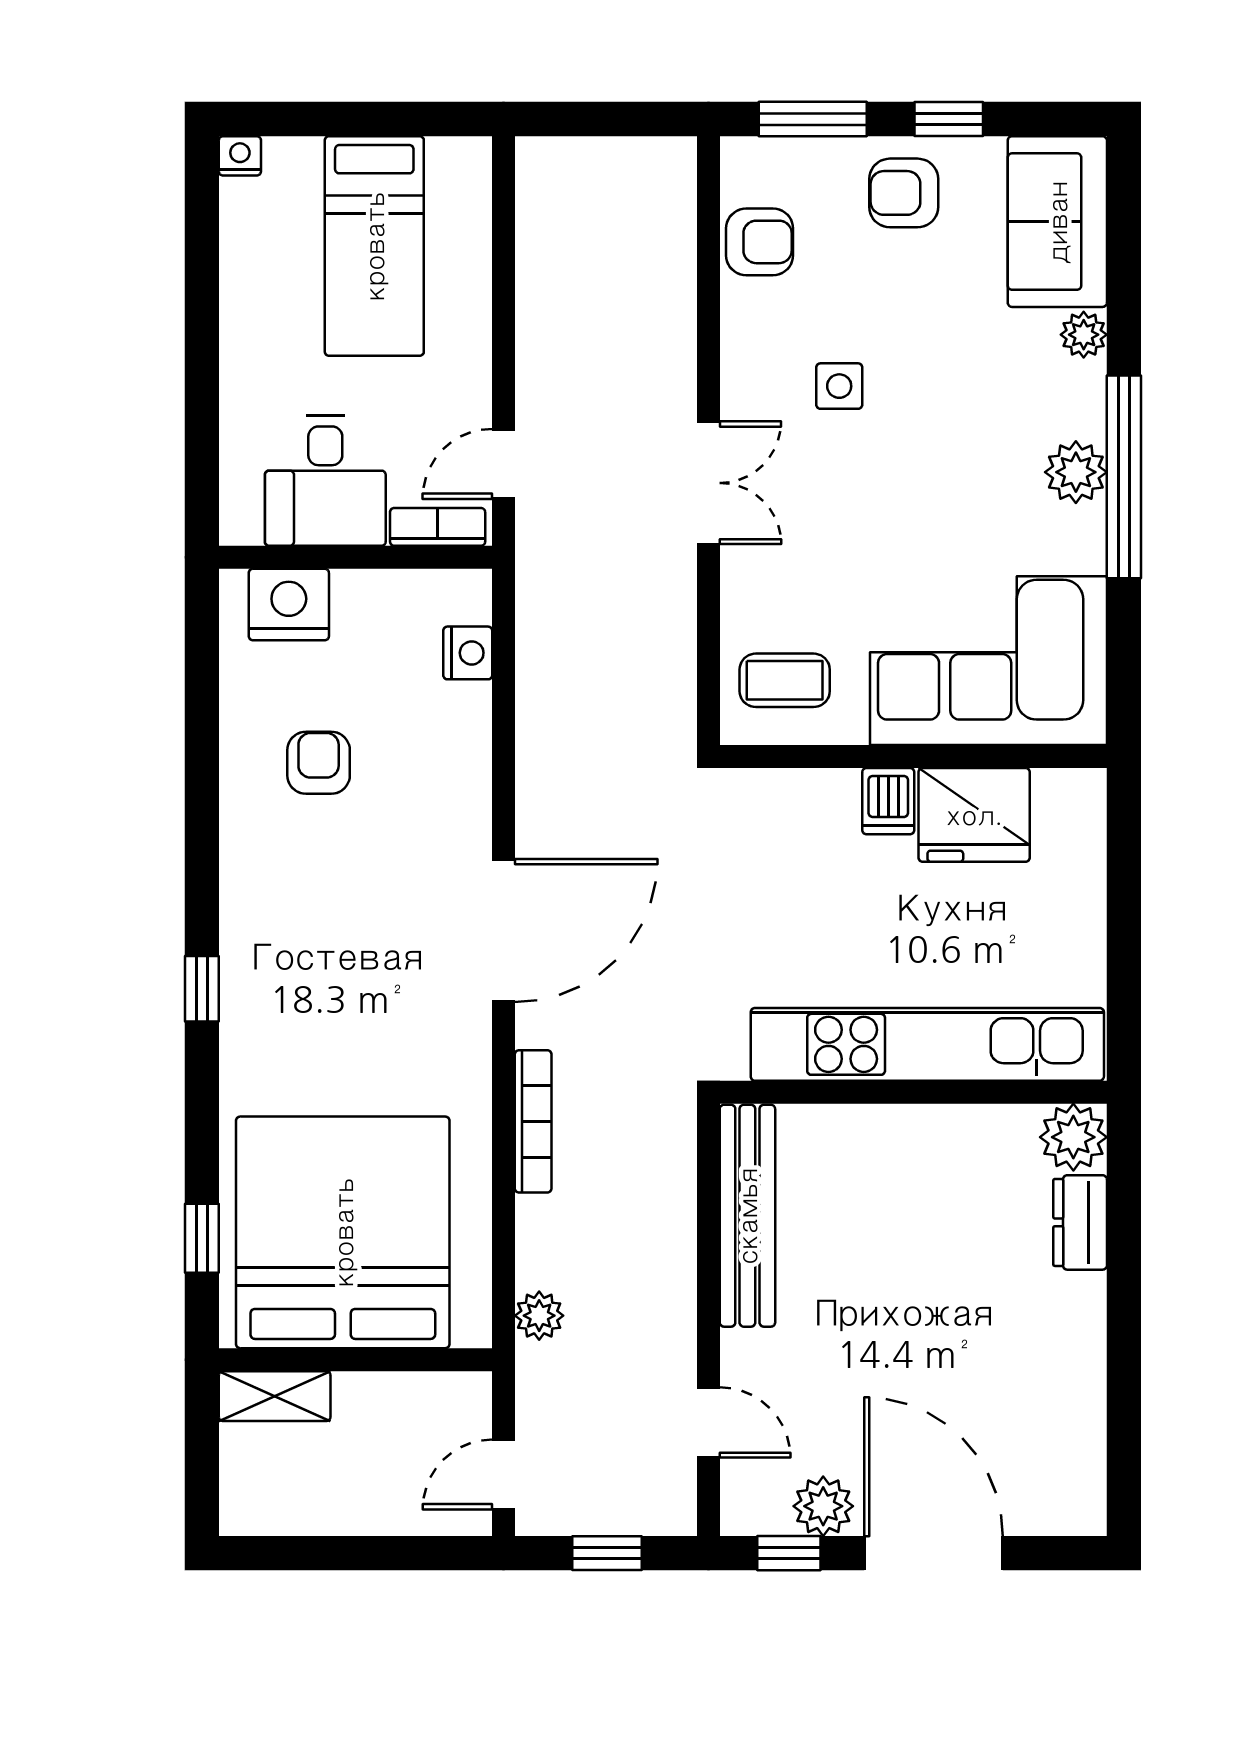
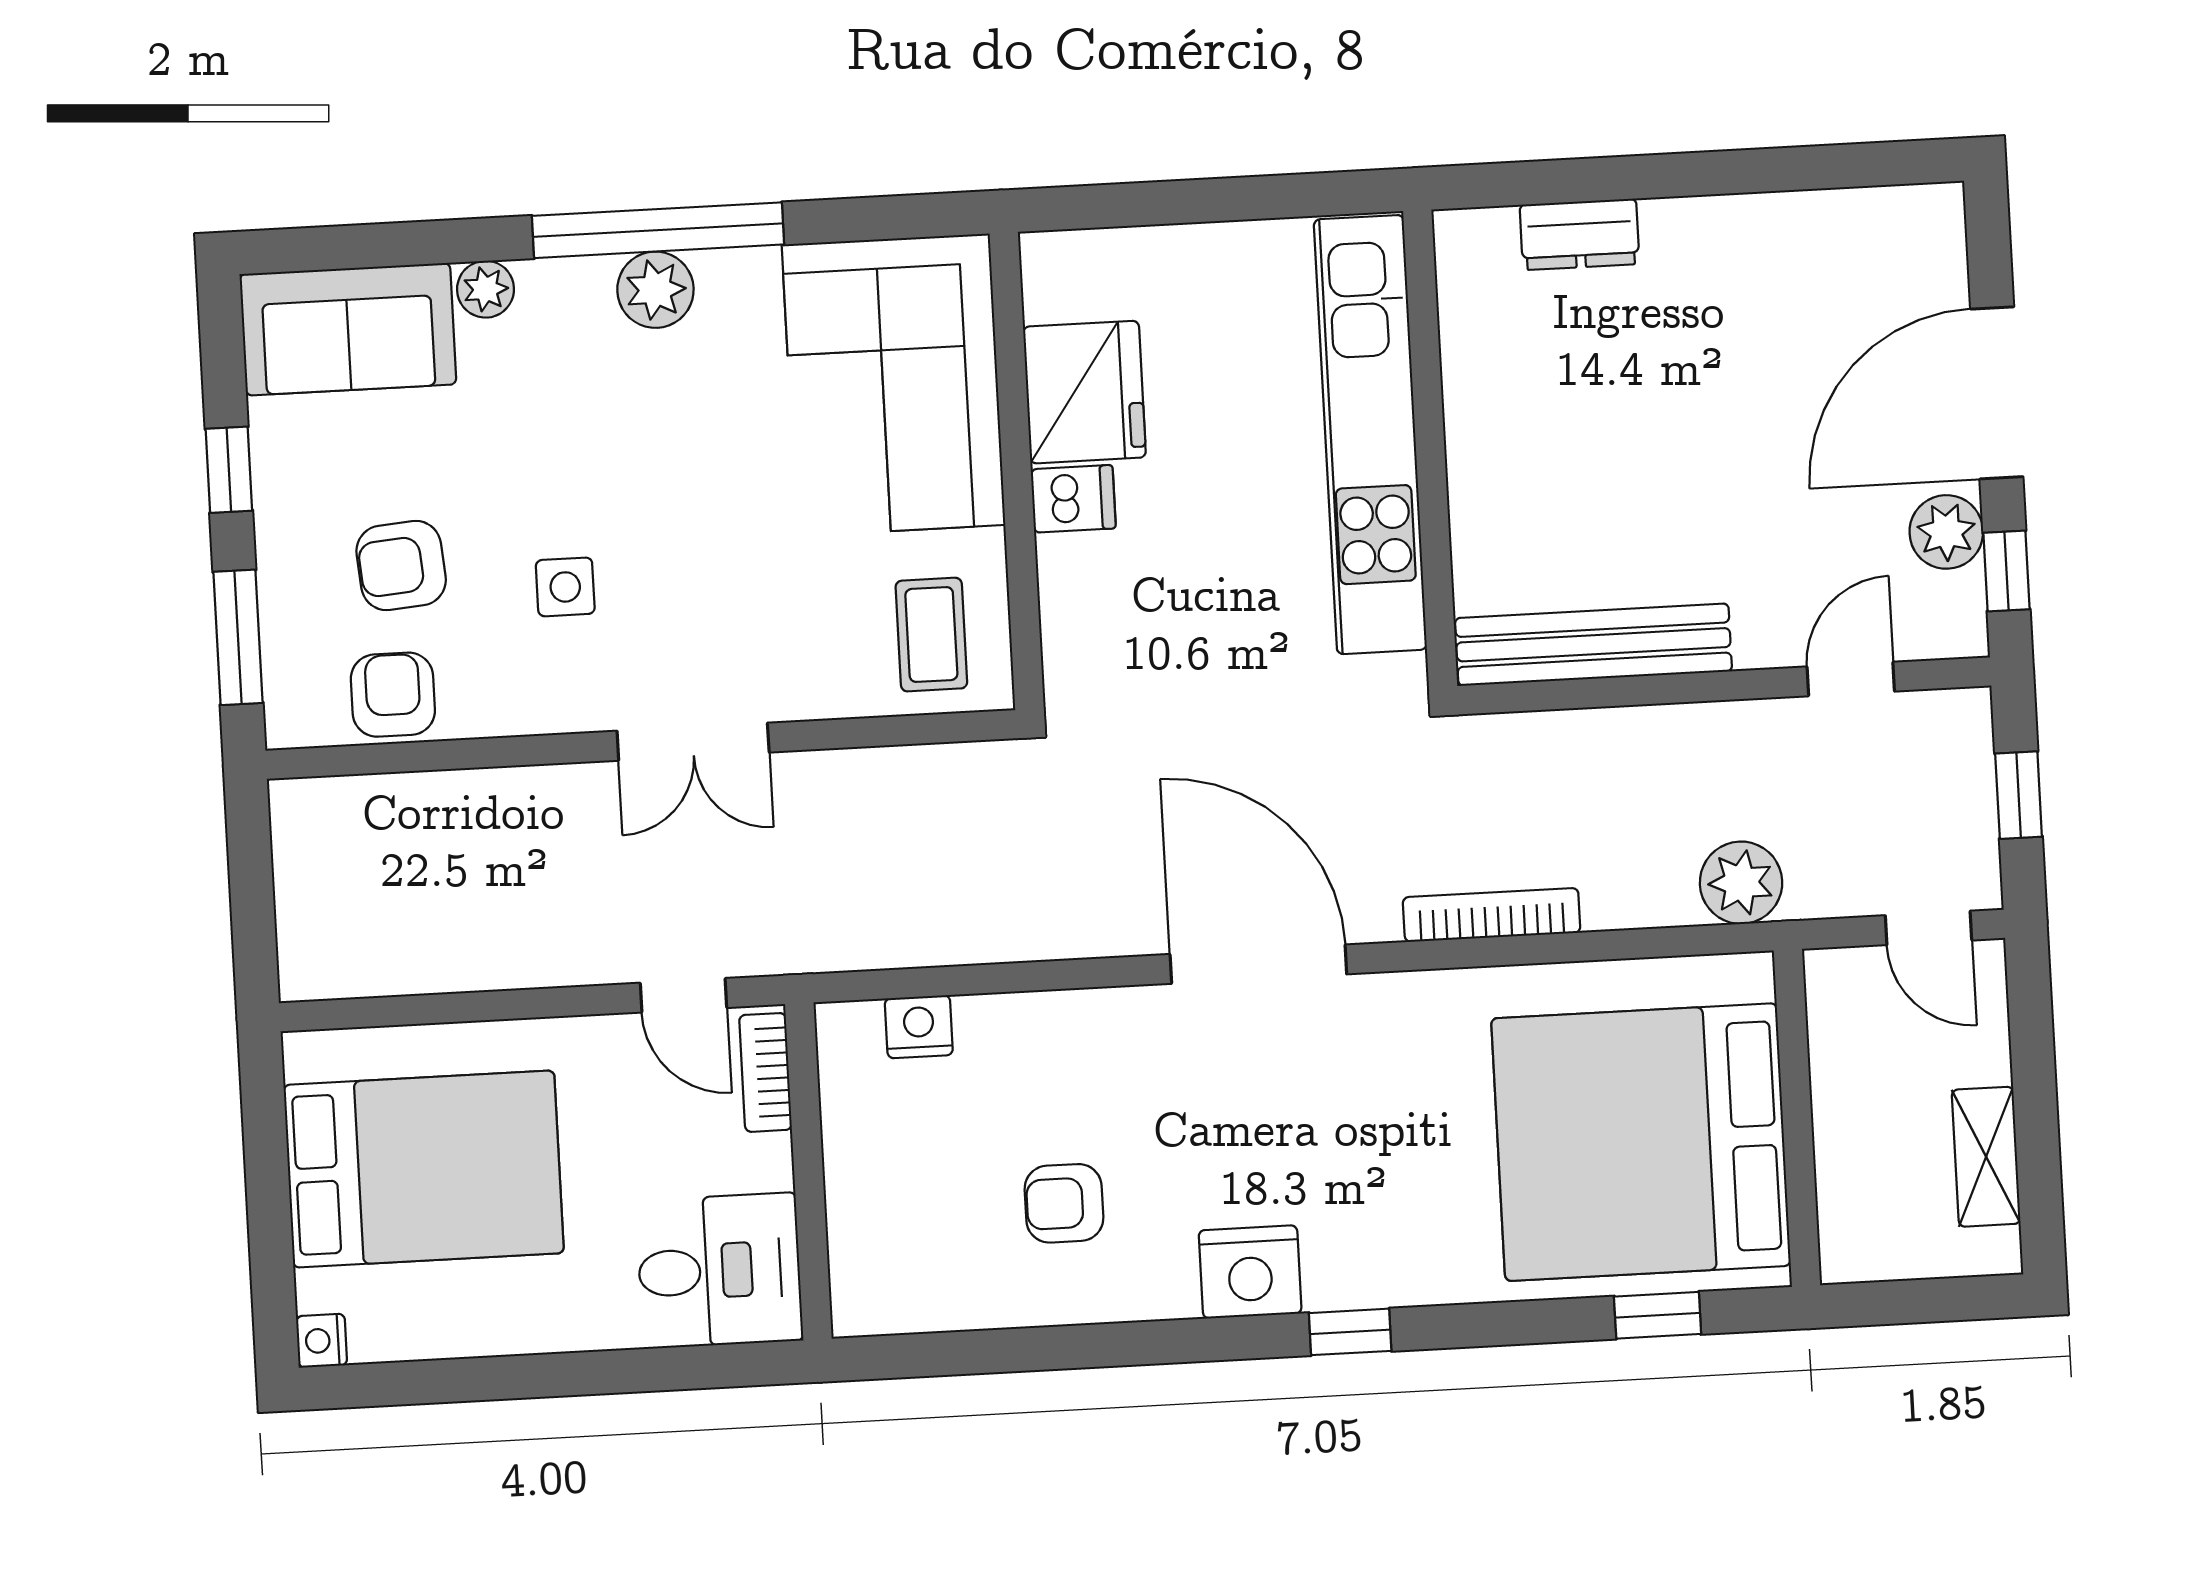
armchair: (904, 193) -> (401, 566), moved, turned 85
bed: (374, 246) -> (424, 1169), width x1.50
desk: (325, 481) -> (719, 1271), moved
double door: (708, 483) -> (693, 742), swing flipped
nightstand: (289, 605) -> (1250, 1272), moved, turned -90
plant: (1073, 1137) -> (1475, 248), removed
plant: (539, 1316) -> (1741, 883), width x1.38, depth x1.38
shelving: (275, 1396) -> (1986, 1157), moved

